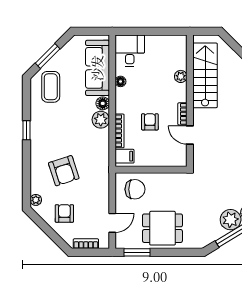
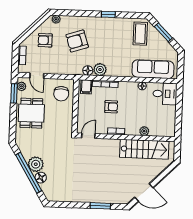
coffee table: (51, 87) -> (140, 34), turned 90
floor lamp: (103, 103) -> (88, 71), moved
plant: (101, 120) -> (100, 70), moved
door: (190, 135) -> (88, 136), moved
armchair: (64, 213) -> (45, 40), turned 180
plant: (127, 243) -> (21, 86), added

